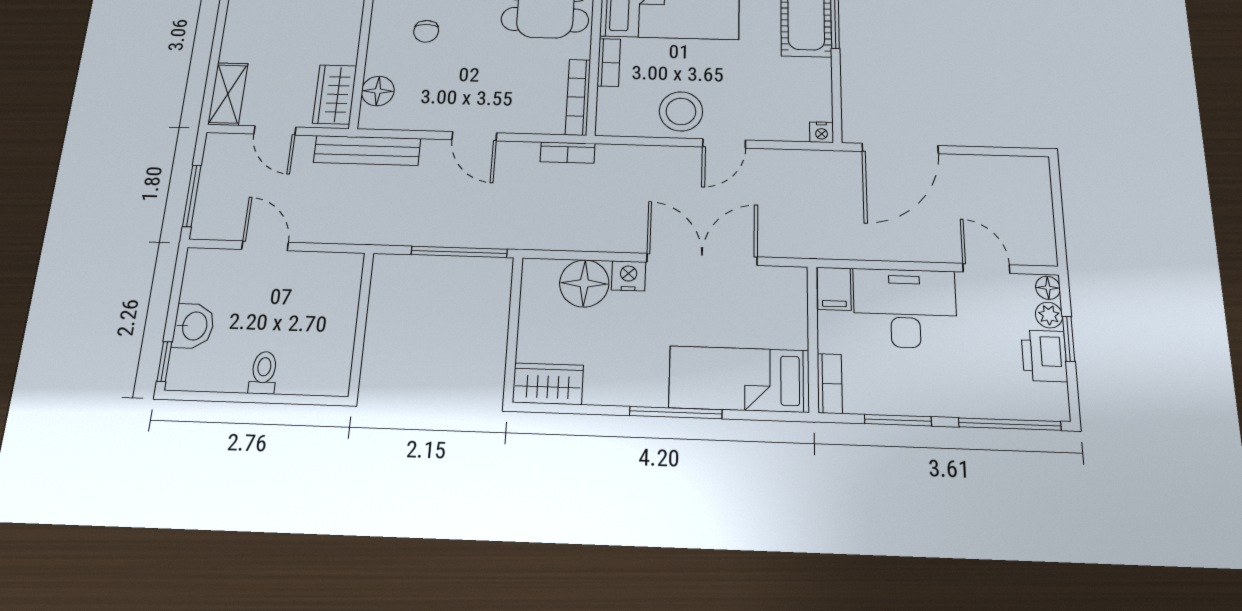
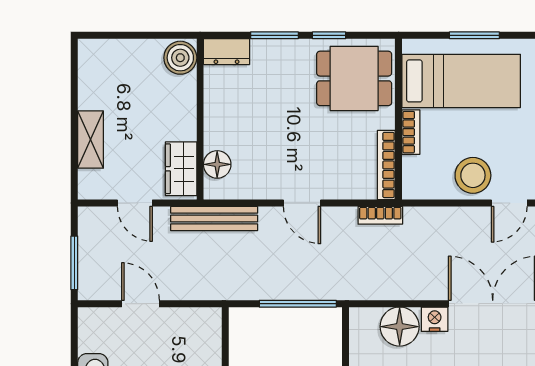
chair: (426, 31) -> (253, 107), removed
shelving: (228, 94) -> (91, 140), moved

